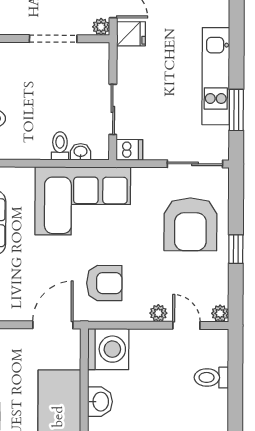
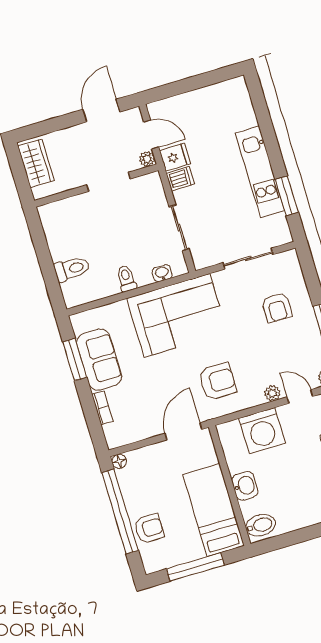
toilet: (60, 146) -> (126, 278), moved
dishwasher: (129, 150) -> (180, 179), moved
sliding door: (195, 164) -> (248, 259), moved
armchair: (190, 224) -> (277, 308), width x0.53, depth x0.53
washing machine: (108, 349) -> (262, 431), moved, turned 90

